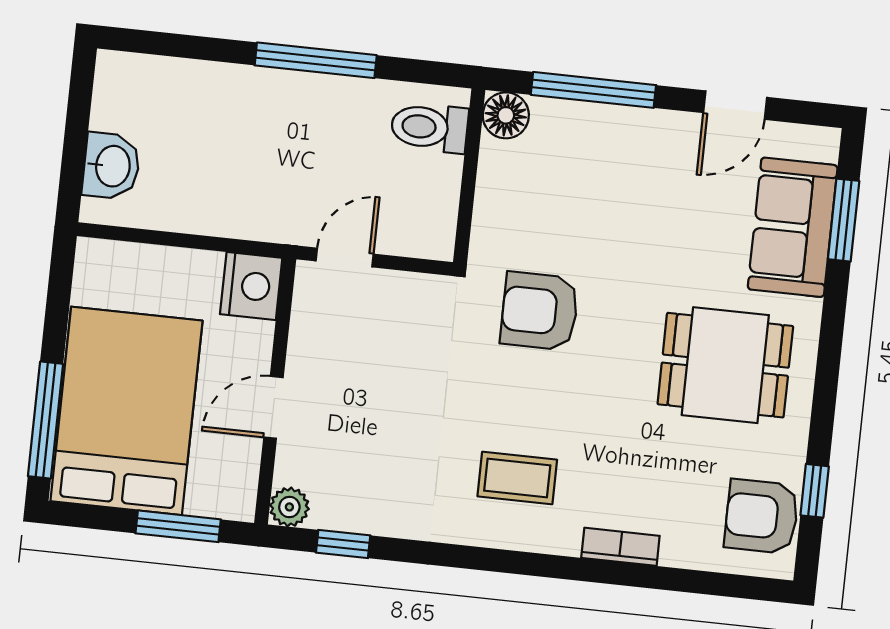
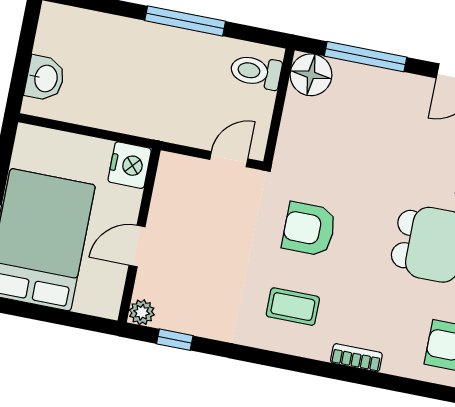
floor lamp: (506, 115) -> (311, 75), width x1.38, depth x1.38
door: (345, 258) -> (229, 159), moved
armchair: (540, 311) -> (309, 229), moved
window: (178, 526) -> (68, 318), removed

